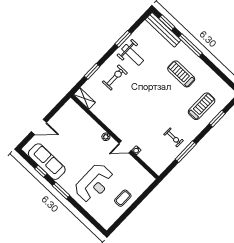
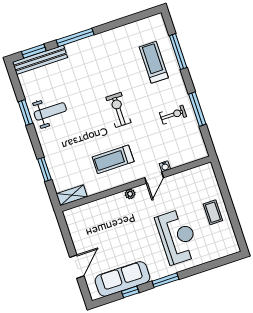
treadmill: (181, 74) -> (113, 159), moved
exercise bike: (115, 77) -> (118, 110), moved
window: (217, 119) -> (178, 52), width x1.44

